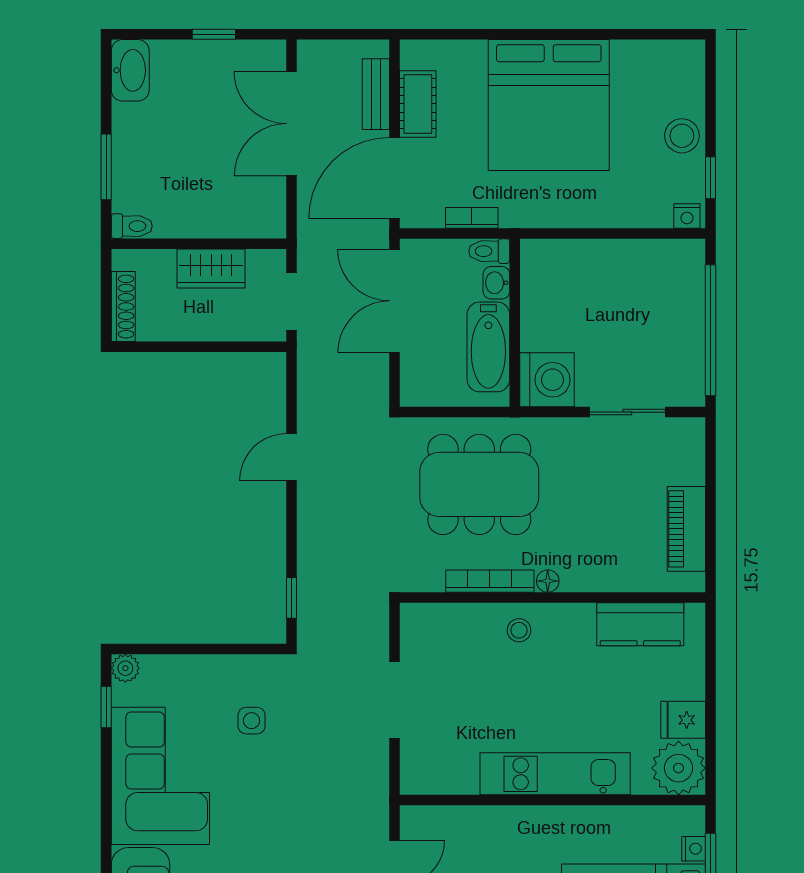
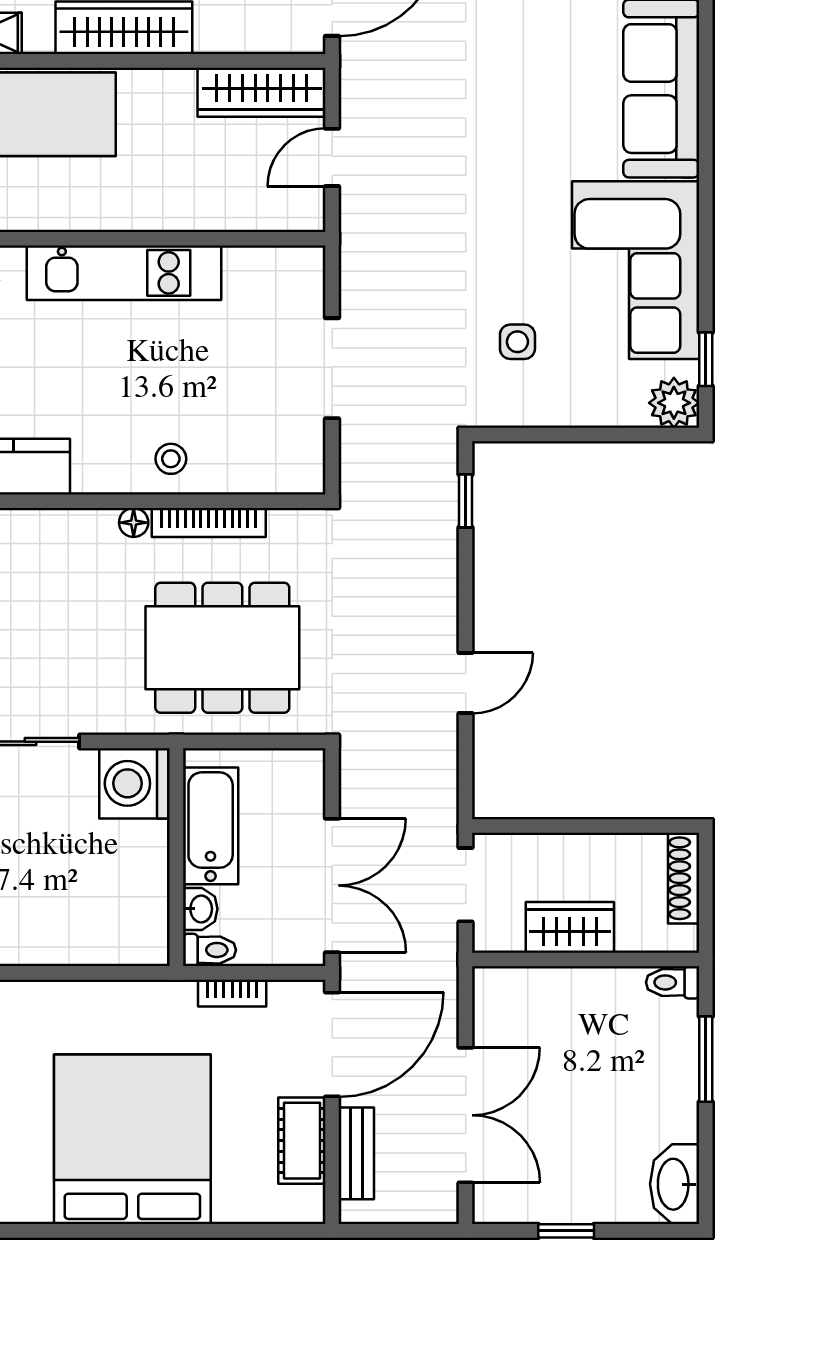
plant: (125, 668) -> (674, 403), width x1.38, depth x1.38

